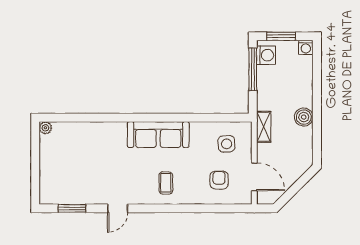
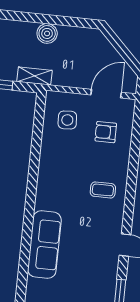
shelving: (264, 127) -> (35, 76), moved
sofa: (158, 135) -> (44, 245), moved

